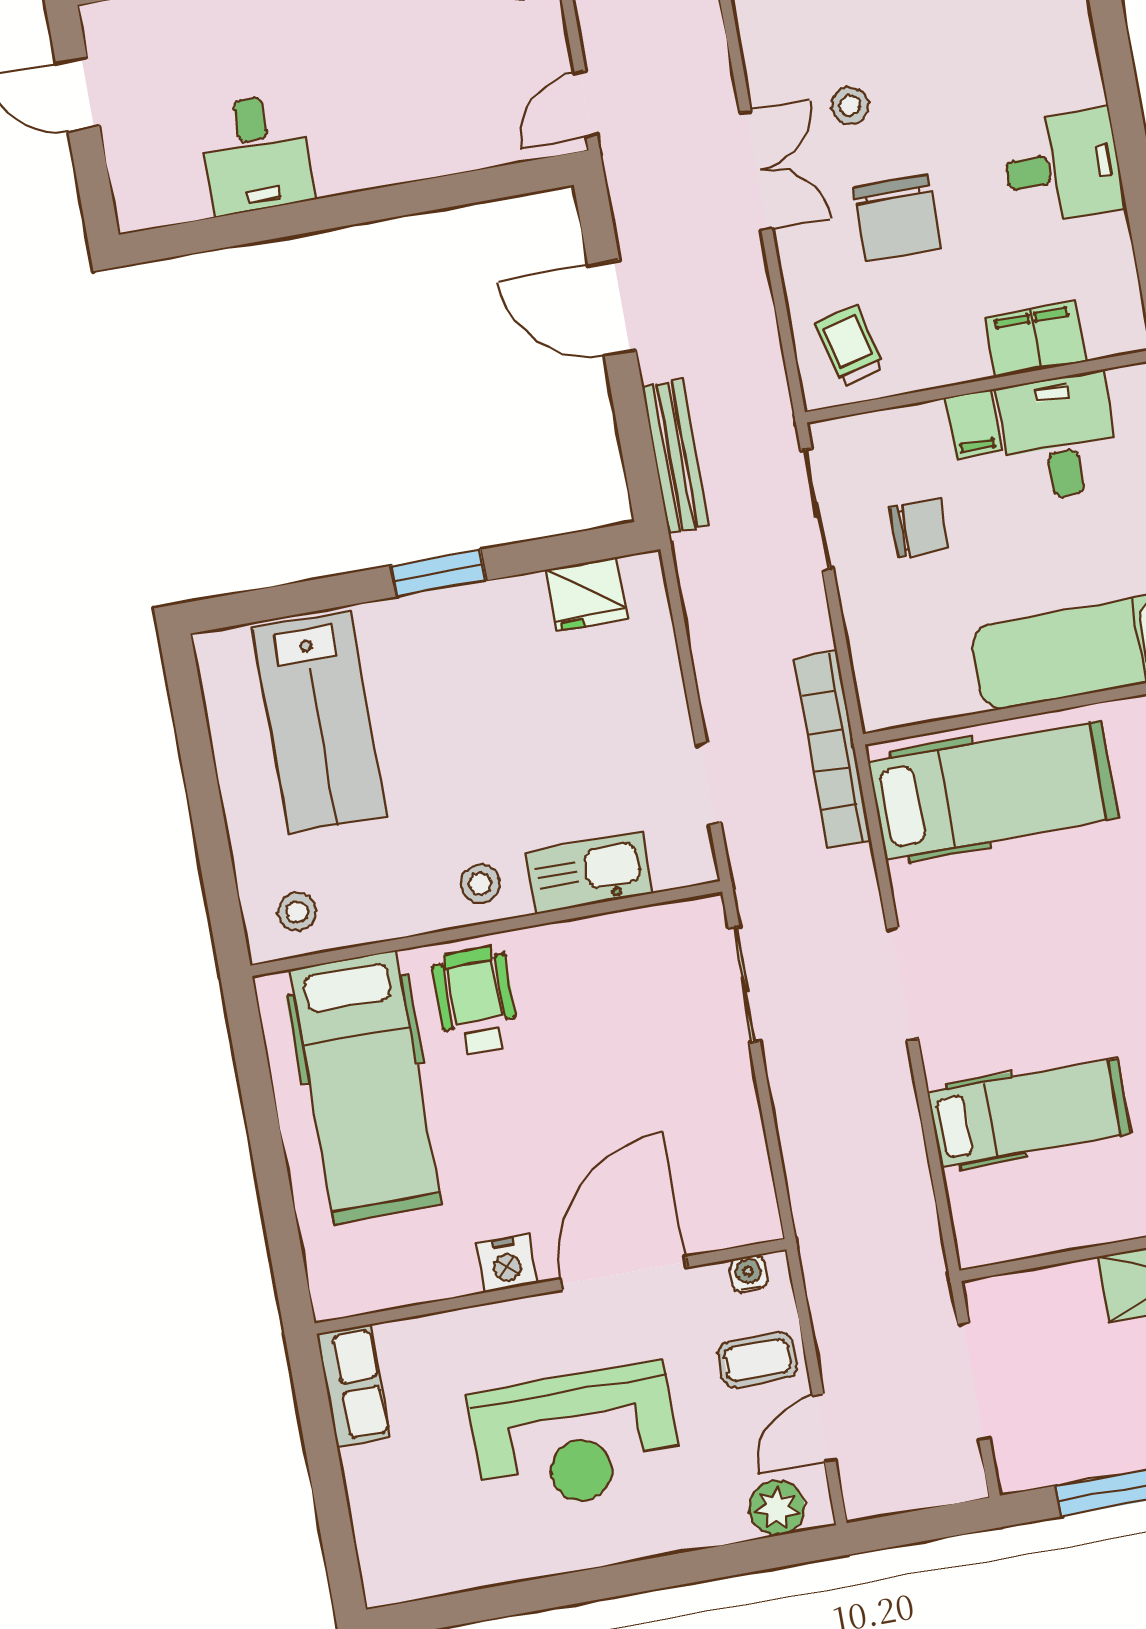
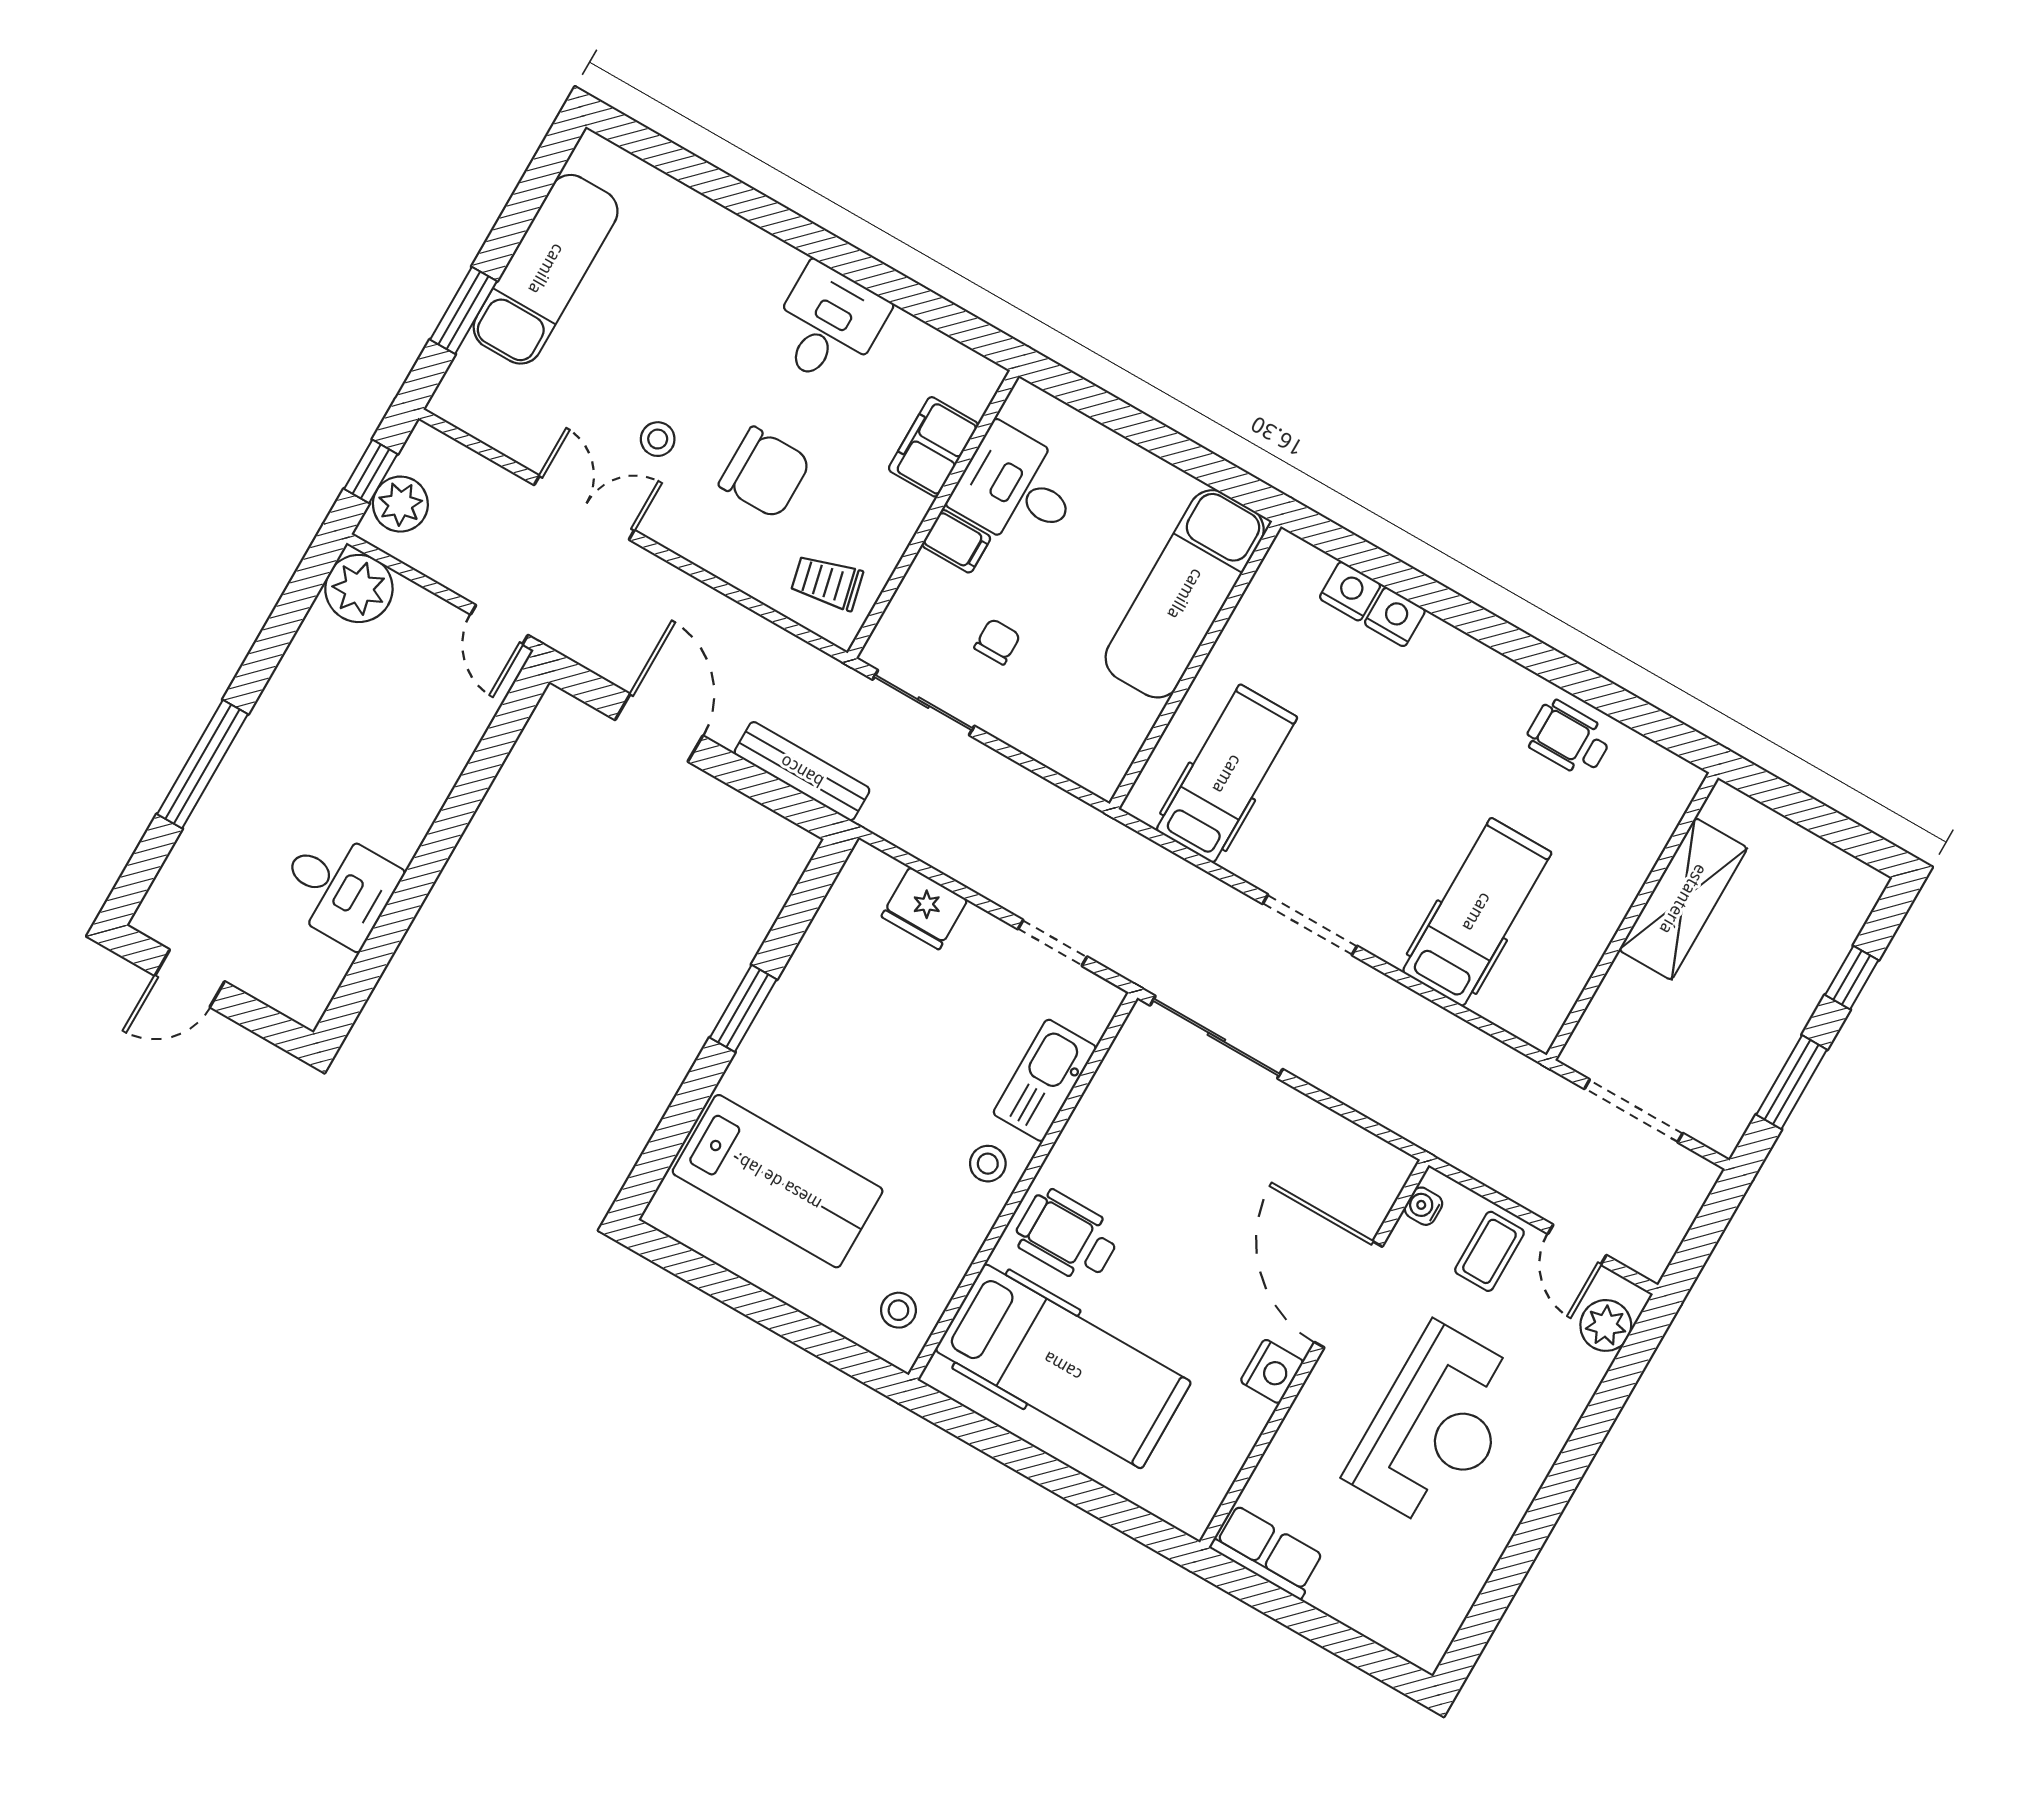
double door: (756, 171) -> (584, 508), moved
door: (612, 308) -> (659, 728), swing flipped
chair: (919, 528) -> (997, 642), width x0.73, depth x0.73
fridge: (586, 594) -> (924, 908), moved, turned 90
bookcase: (833, 750) -> (1103, 835), removed
hospital bed: (993, 790) -> (1227, 774), width x0.73, depth x0.78
sliding door: (744, 985) -> (1216, 1037), width x1.37

